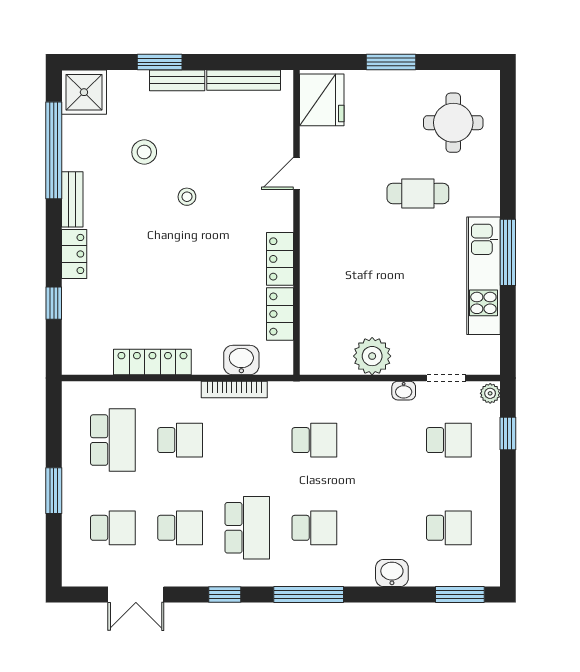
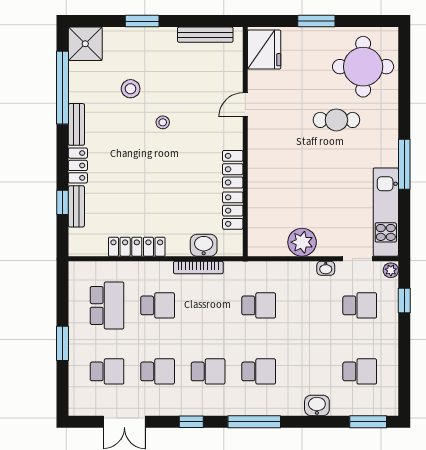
bench: (177, 80) -> (76, 206), moved, turned 90
round table: (453, 123) -> (363, 67), width x1.36, depth x1.36
kitchen unit: (483, 276) -> (386, 212), moved
school desk: (247, 528) -> (208, 371), width x0.54

